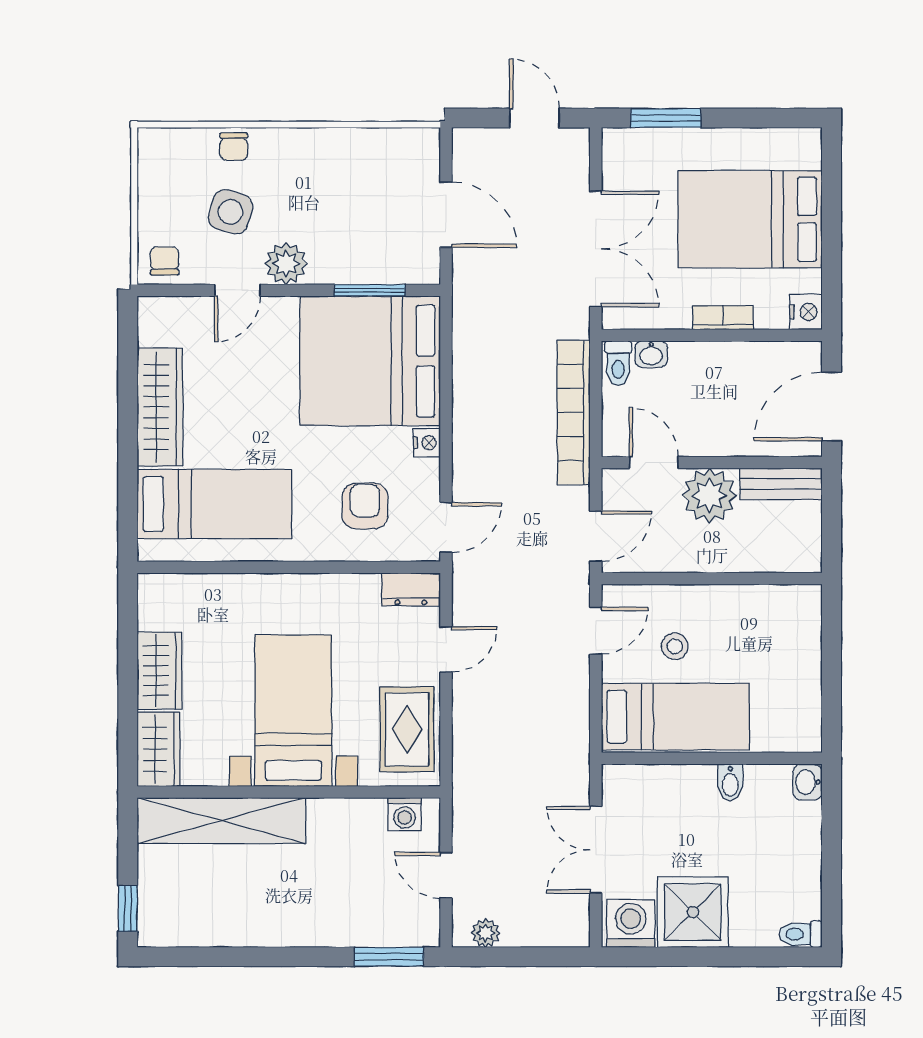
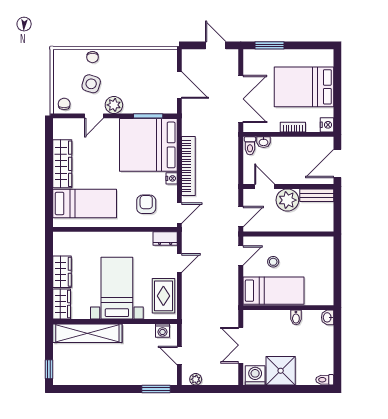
bookcase: (574, 413) -> (188, 166), moved, turned 180

